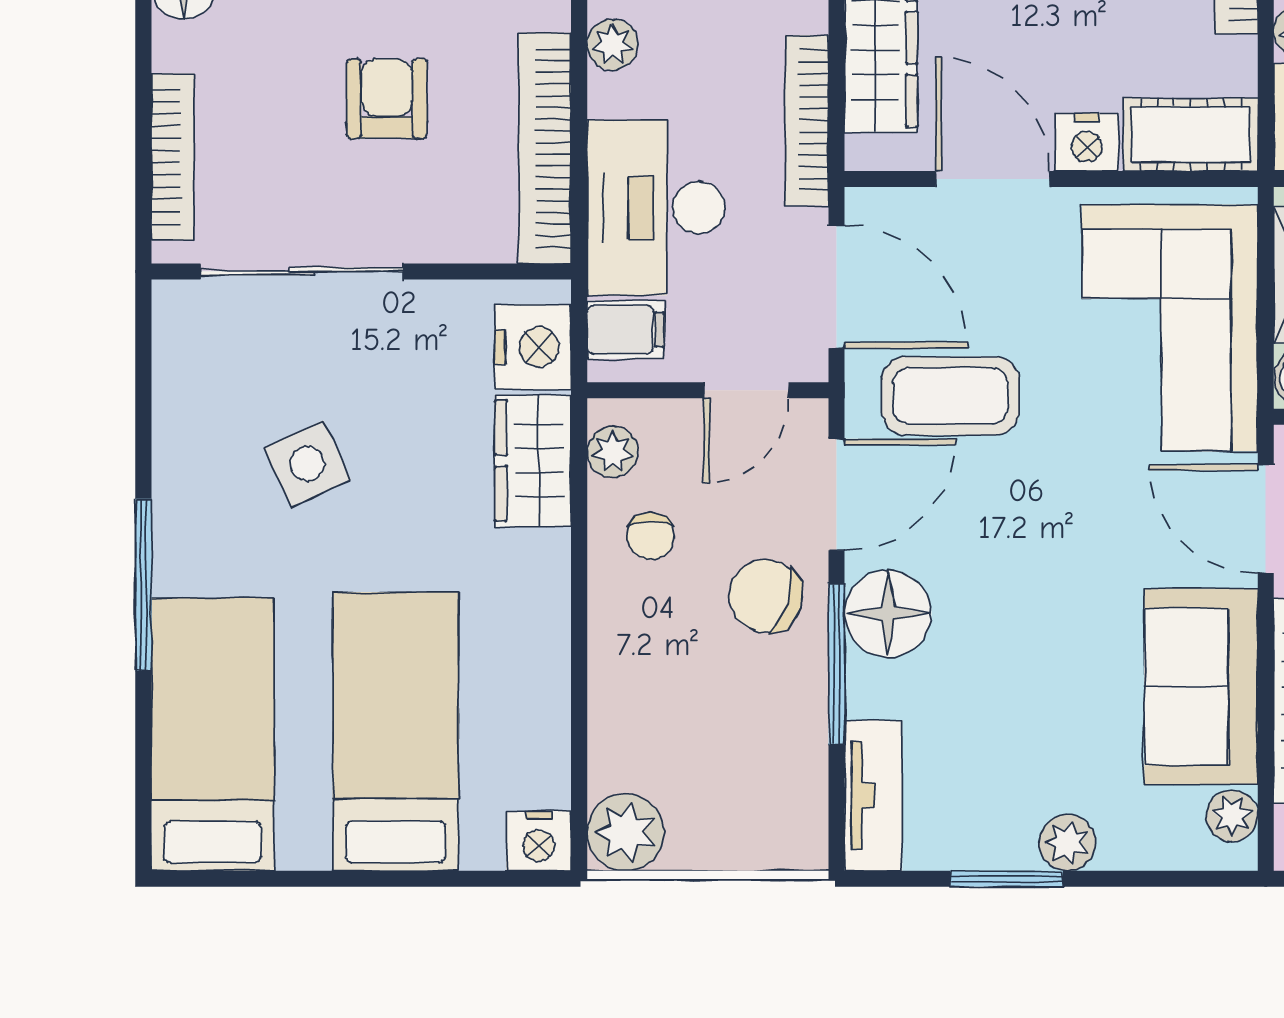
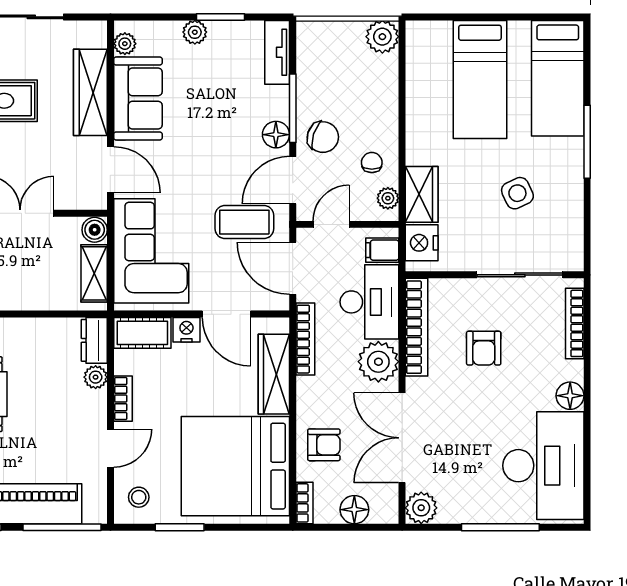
plant: (612, 45) -> (378, 362), width x1.87, depth x1.87
floor lamp: (888, 614) -> (276, 135), width x0.73, depth x0.73
nightstand: (539, 841) -> (419, 33), removed

